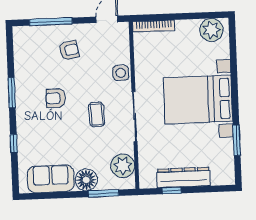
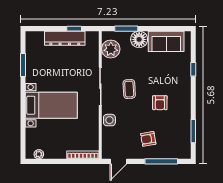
plant: (212, 30) -> (39, 154), width x0.53, depth x0.53
window: (12, 93) -> (193, 131), moved
armchair: (56, 98) -> (160, 103), turned 90
bed with nightstands: (198, 99) -> (51, 105), width x0.73

